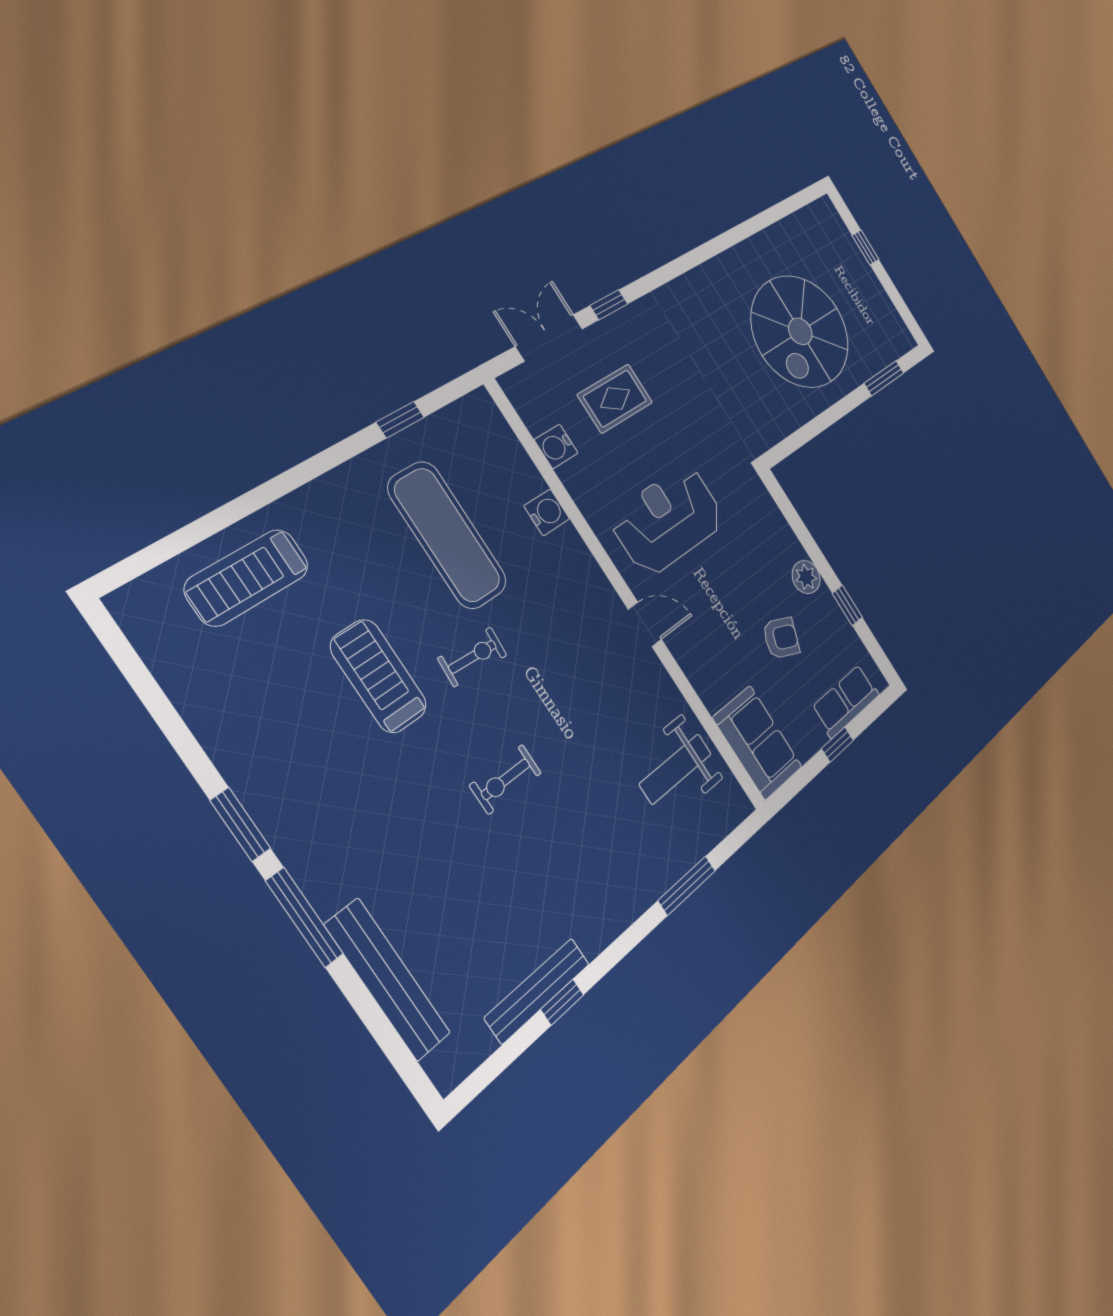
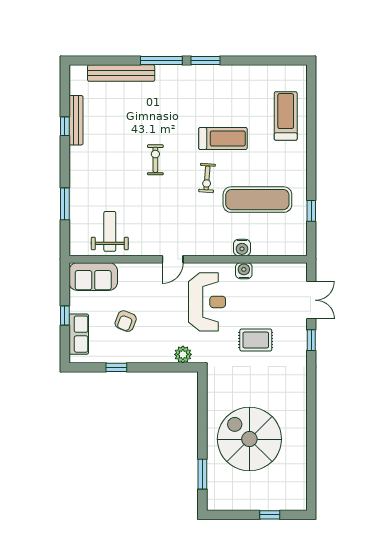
rug: (615, 399) -> (256, 340), moved, turned 90
water cooler: (556, 446) -> (244, 271), moved
plant: (806, 577) -> (183, 354), moved

